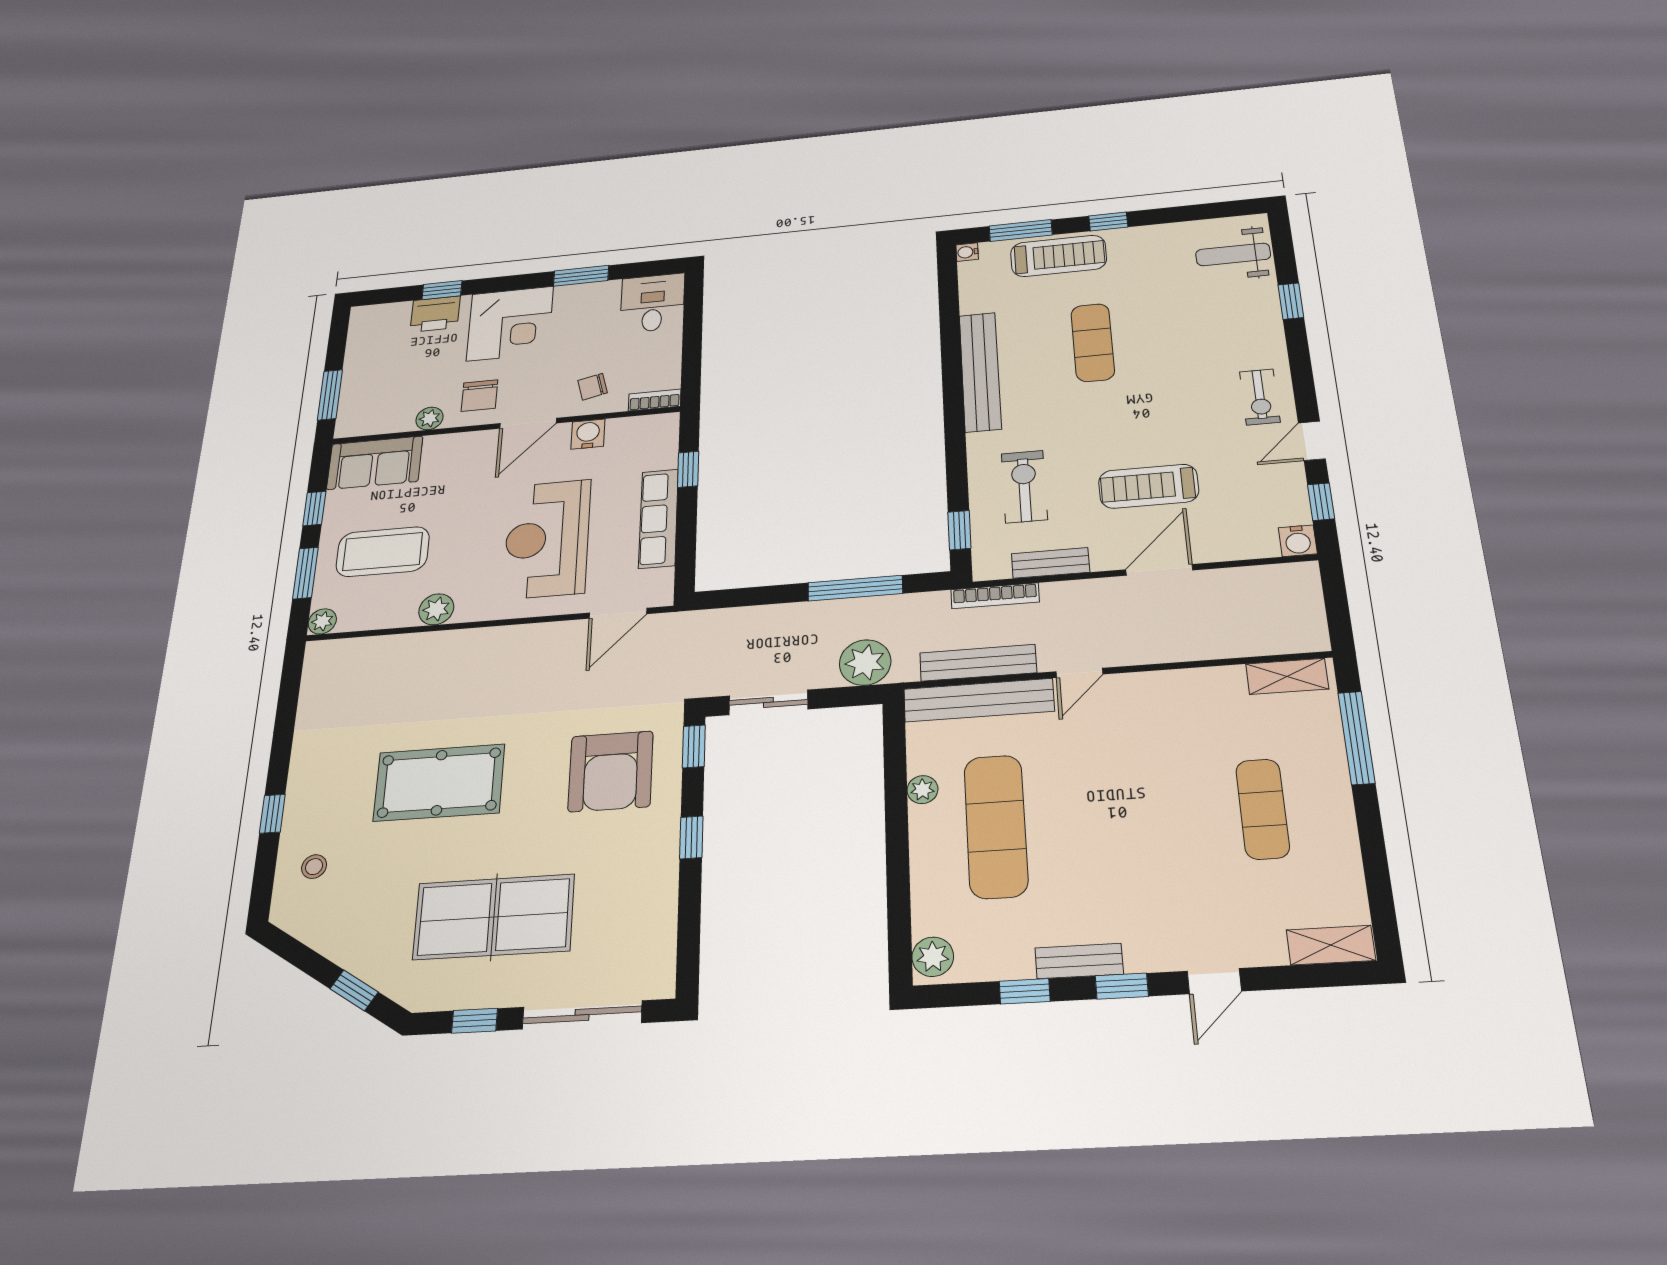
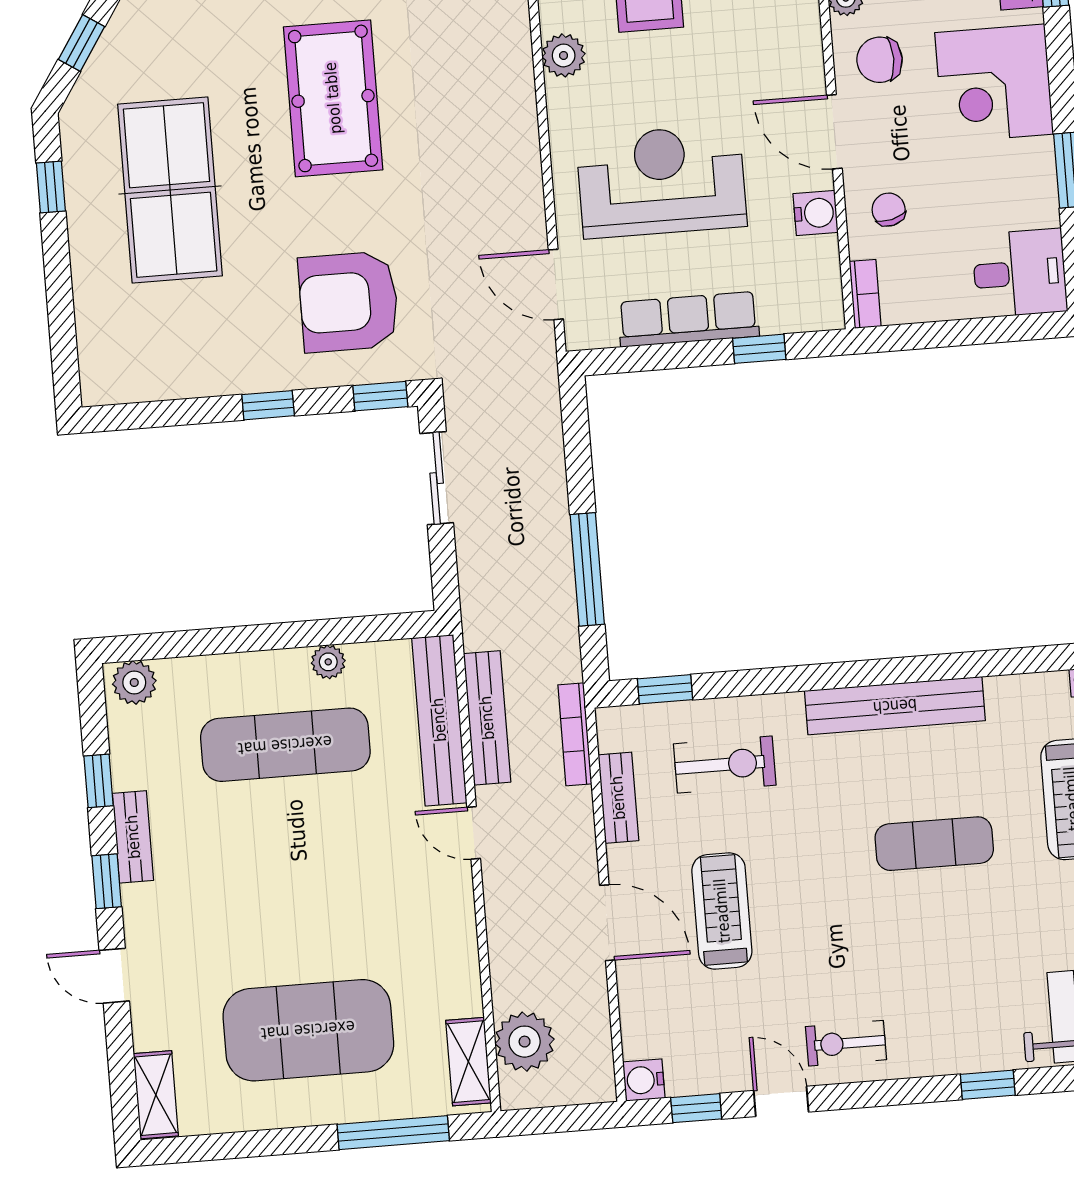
plant: (865, 663) -> (525, 1042), moved
exercise mat: (1263, 809) -> (308, 1030), width x2.00, depth x1.45
sliding door: (582, 1015) -> (60, 306), removed

